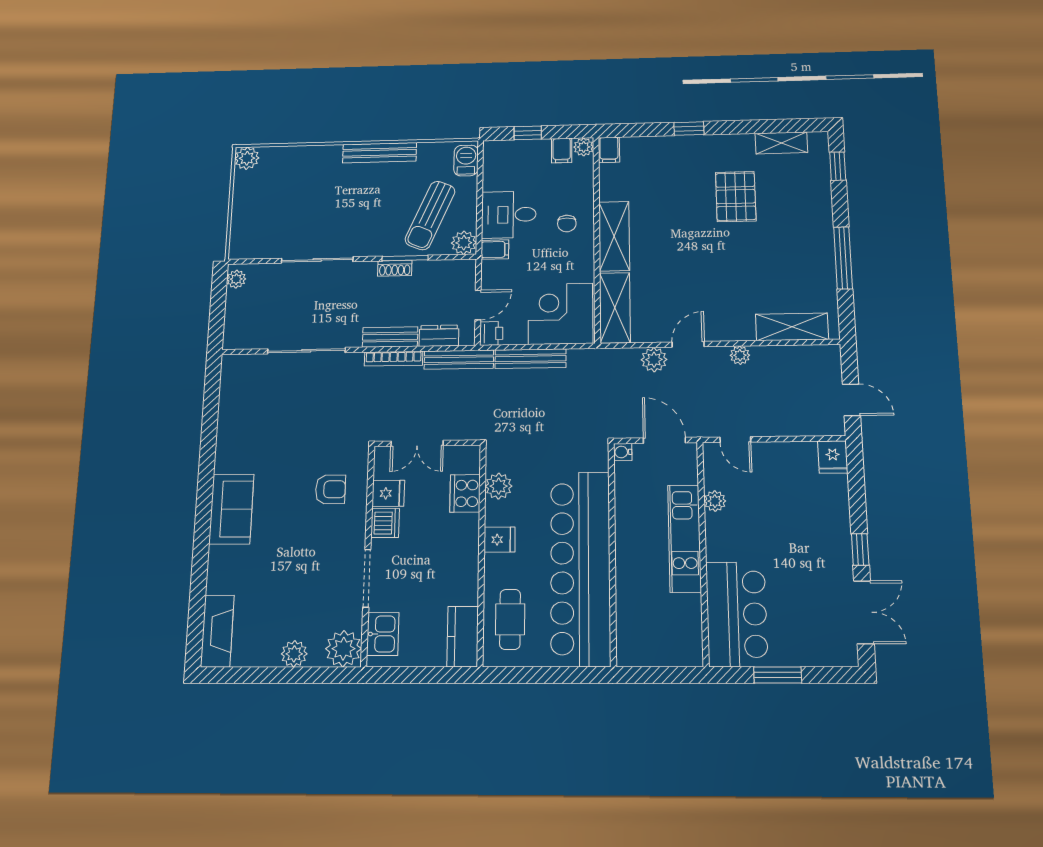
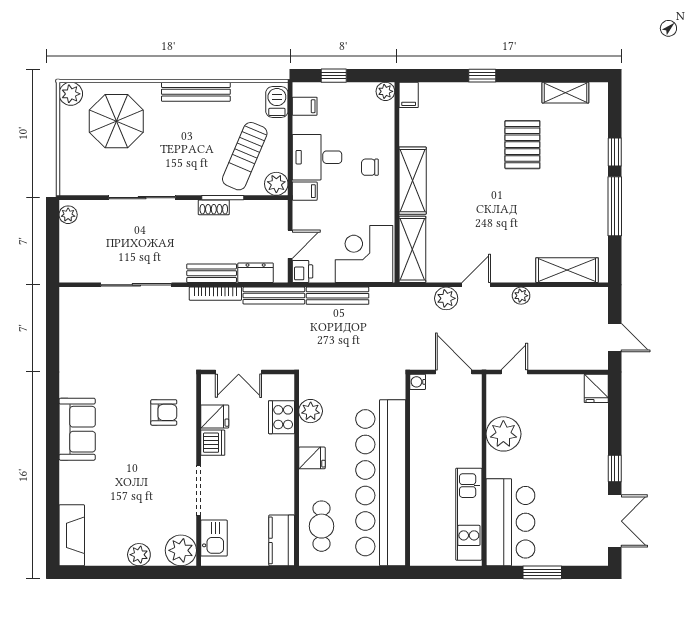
filing cabinet: (562, 151) -> (305, 106), moved, turned -90
window: (838, 166) -> (615, 152), moved
parasol: (293, 184) -> (116, 121), added
chair: (567, 223) -> (370, 167), turned 90
door: (735, 440) -> (514, 372), swing flipped
plant: (715, 501) -> (503, 434), width x1.88, depth x1.88
kitchen unit: (684, 538) -> (469, 514), moved

